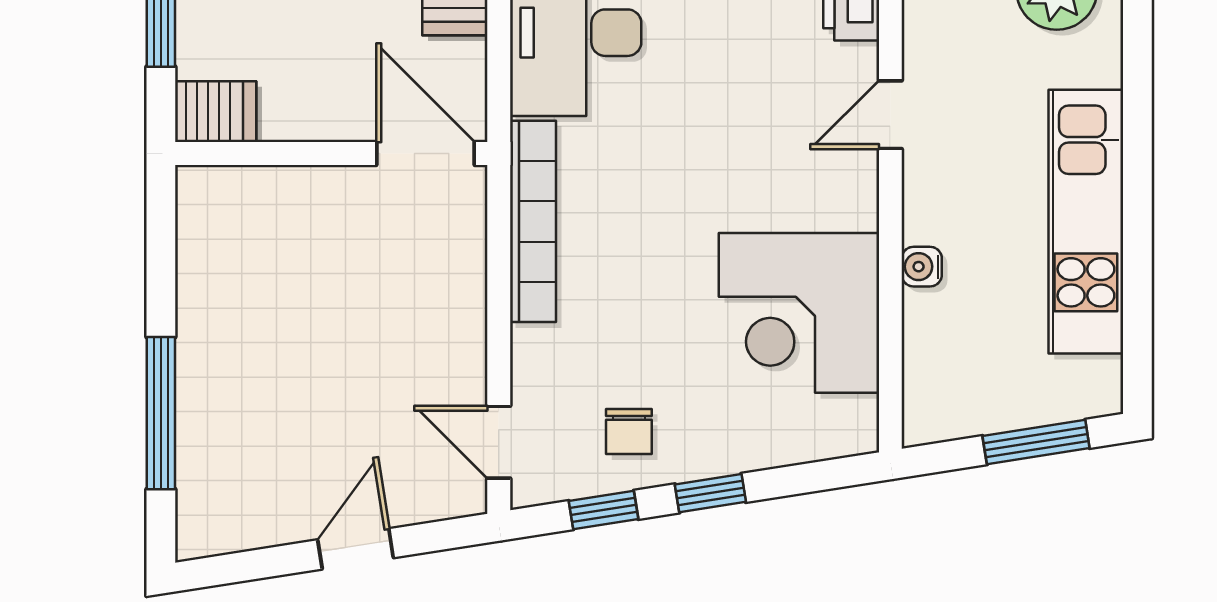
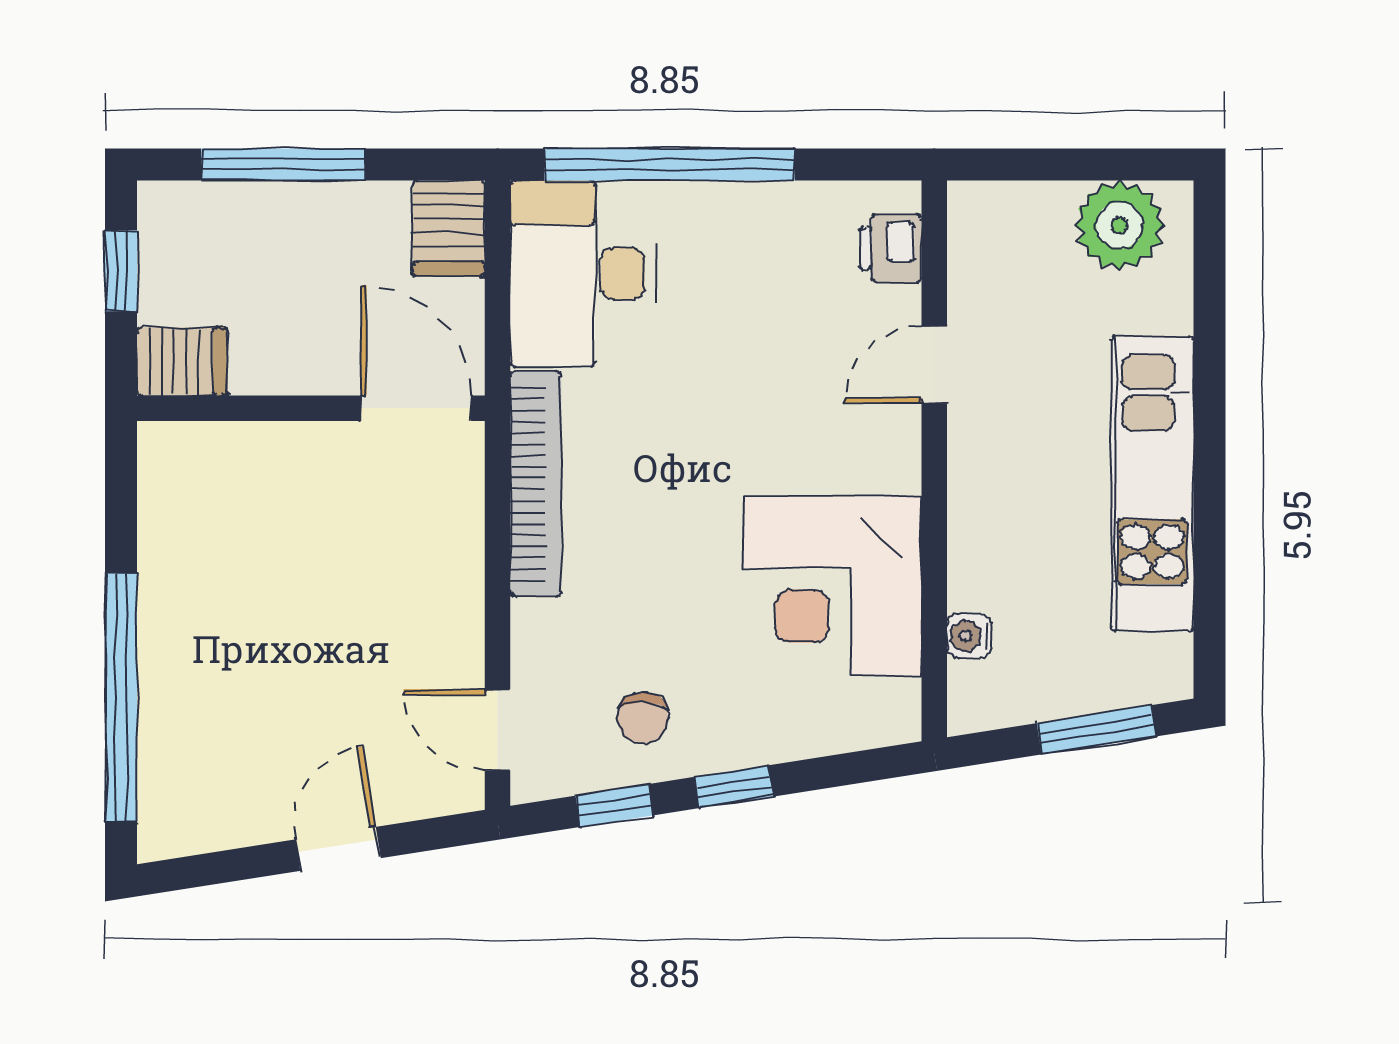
water cooler: (922, 267) -> (969, 636), moved
window: (161, 413) -> (121, 697), width x1.46

